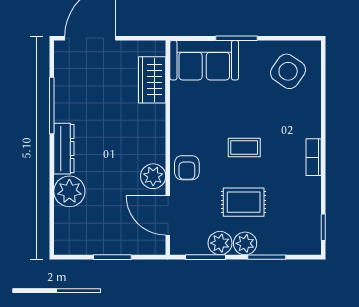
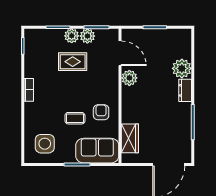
side table: (288, 71) -> (45, 144), turned -35
coffee table: (244, 147) -> (75, 118), moved
dresser: (64, 149) -> (185, 90), width x0.70
armchair: (187, 168) -> (101, 112), moved

